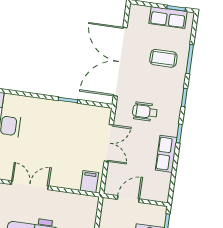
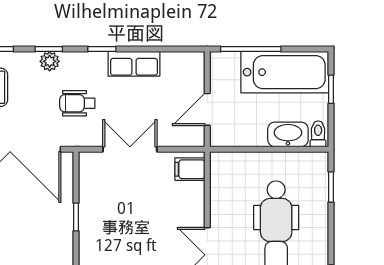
plant: (176, 97) -> (50, 61), added
wheelchair: (145, 112) -> (77, 103), turned 90
door: (128, 199) -> (207, 109), hinge flipped

